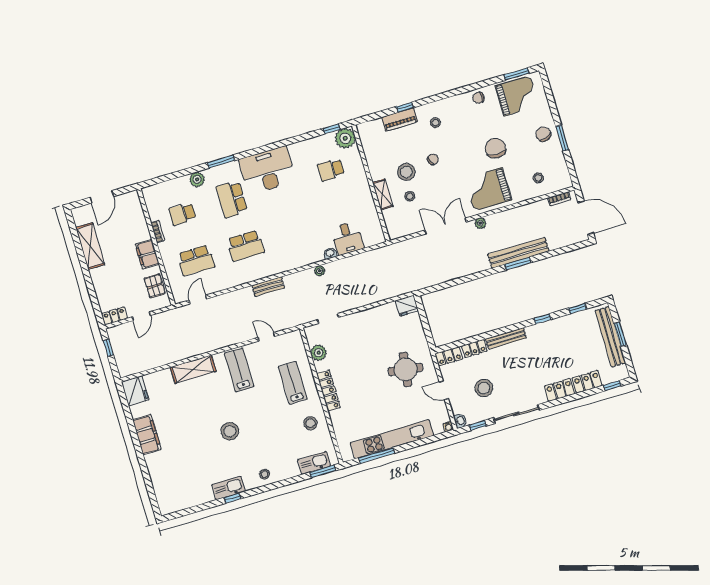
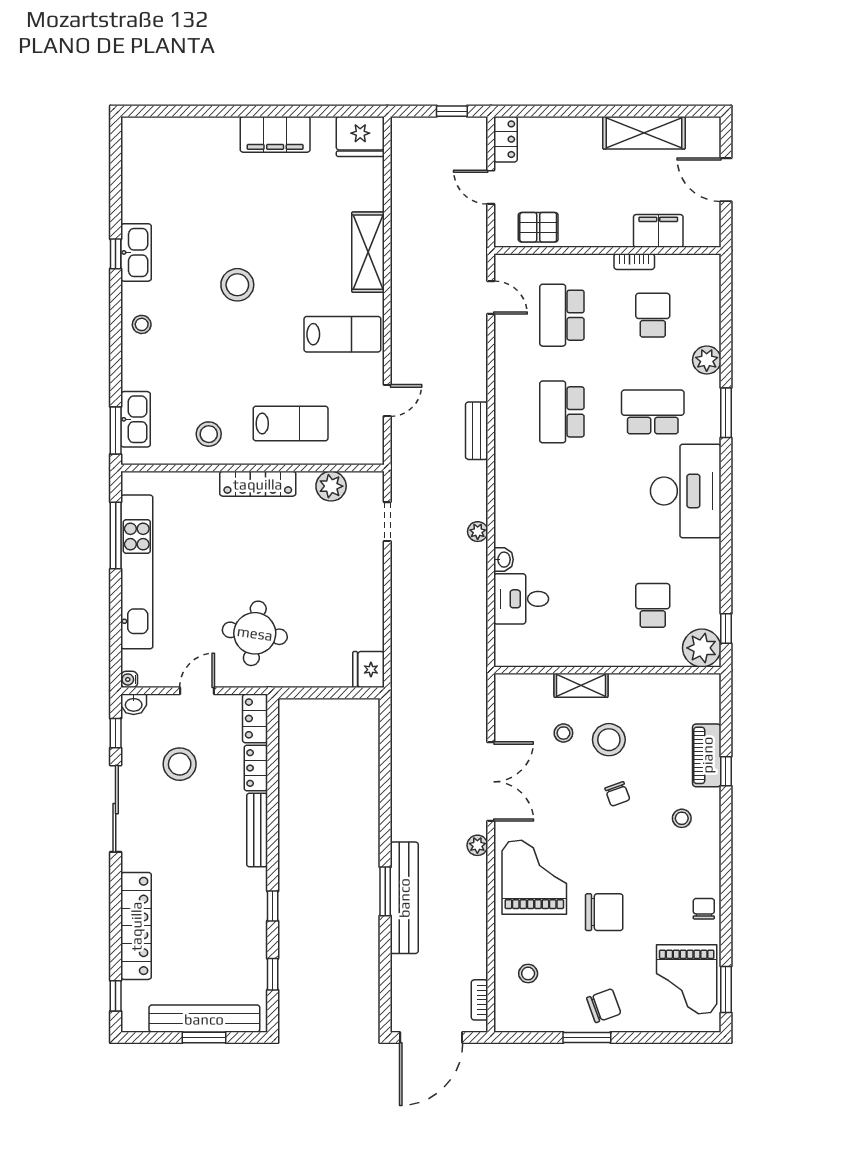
filing cabinet: (147, 254) -> (658, 231), moved

